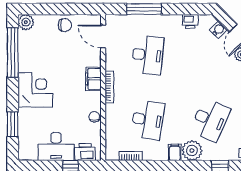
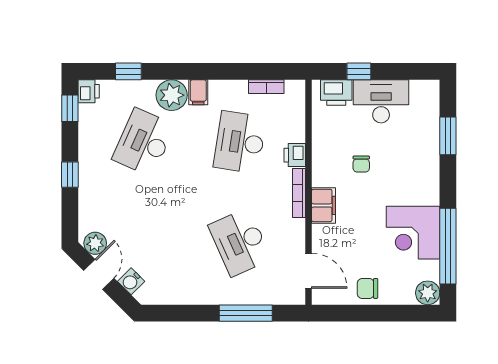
printer: (190, 21) -> (295, 155), moved, turned -90
desk: (148, 55) -> (240, 242), turned -30
corner desk: (35, 90) -> (413, 233), moved
chair: (94, 117) -> (361, 164), moved

